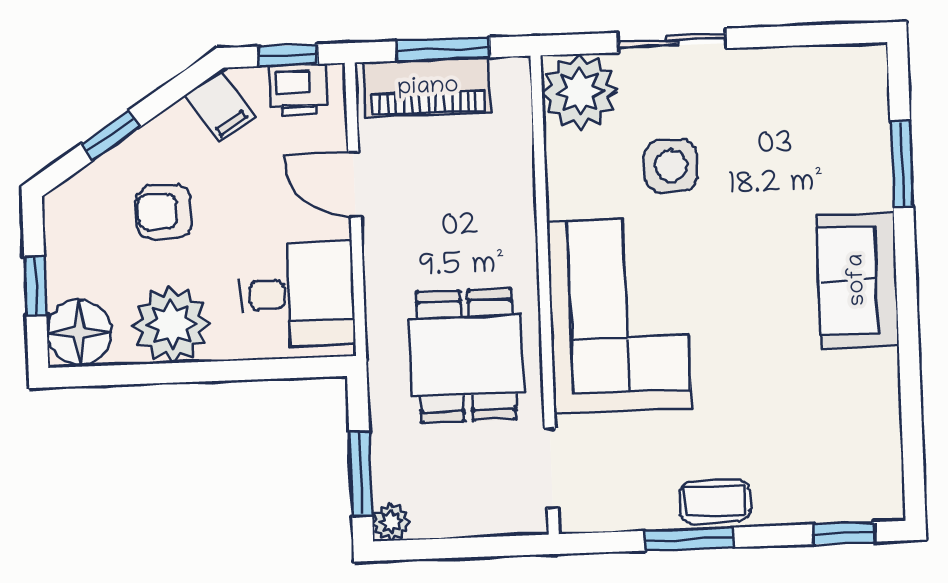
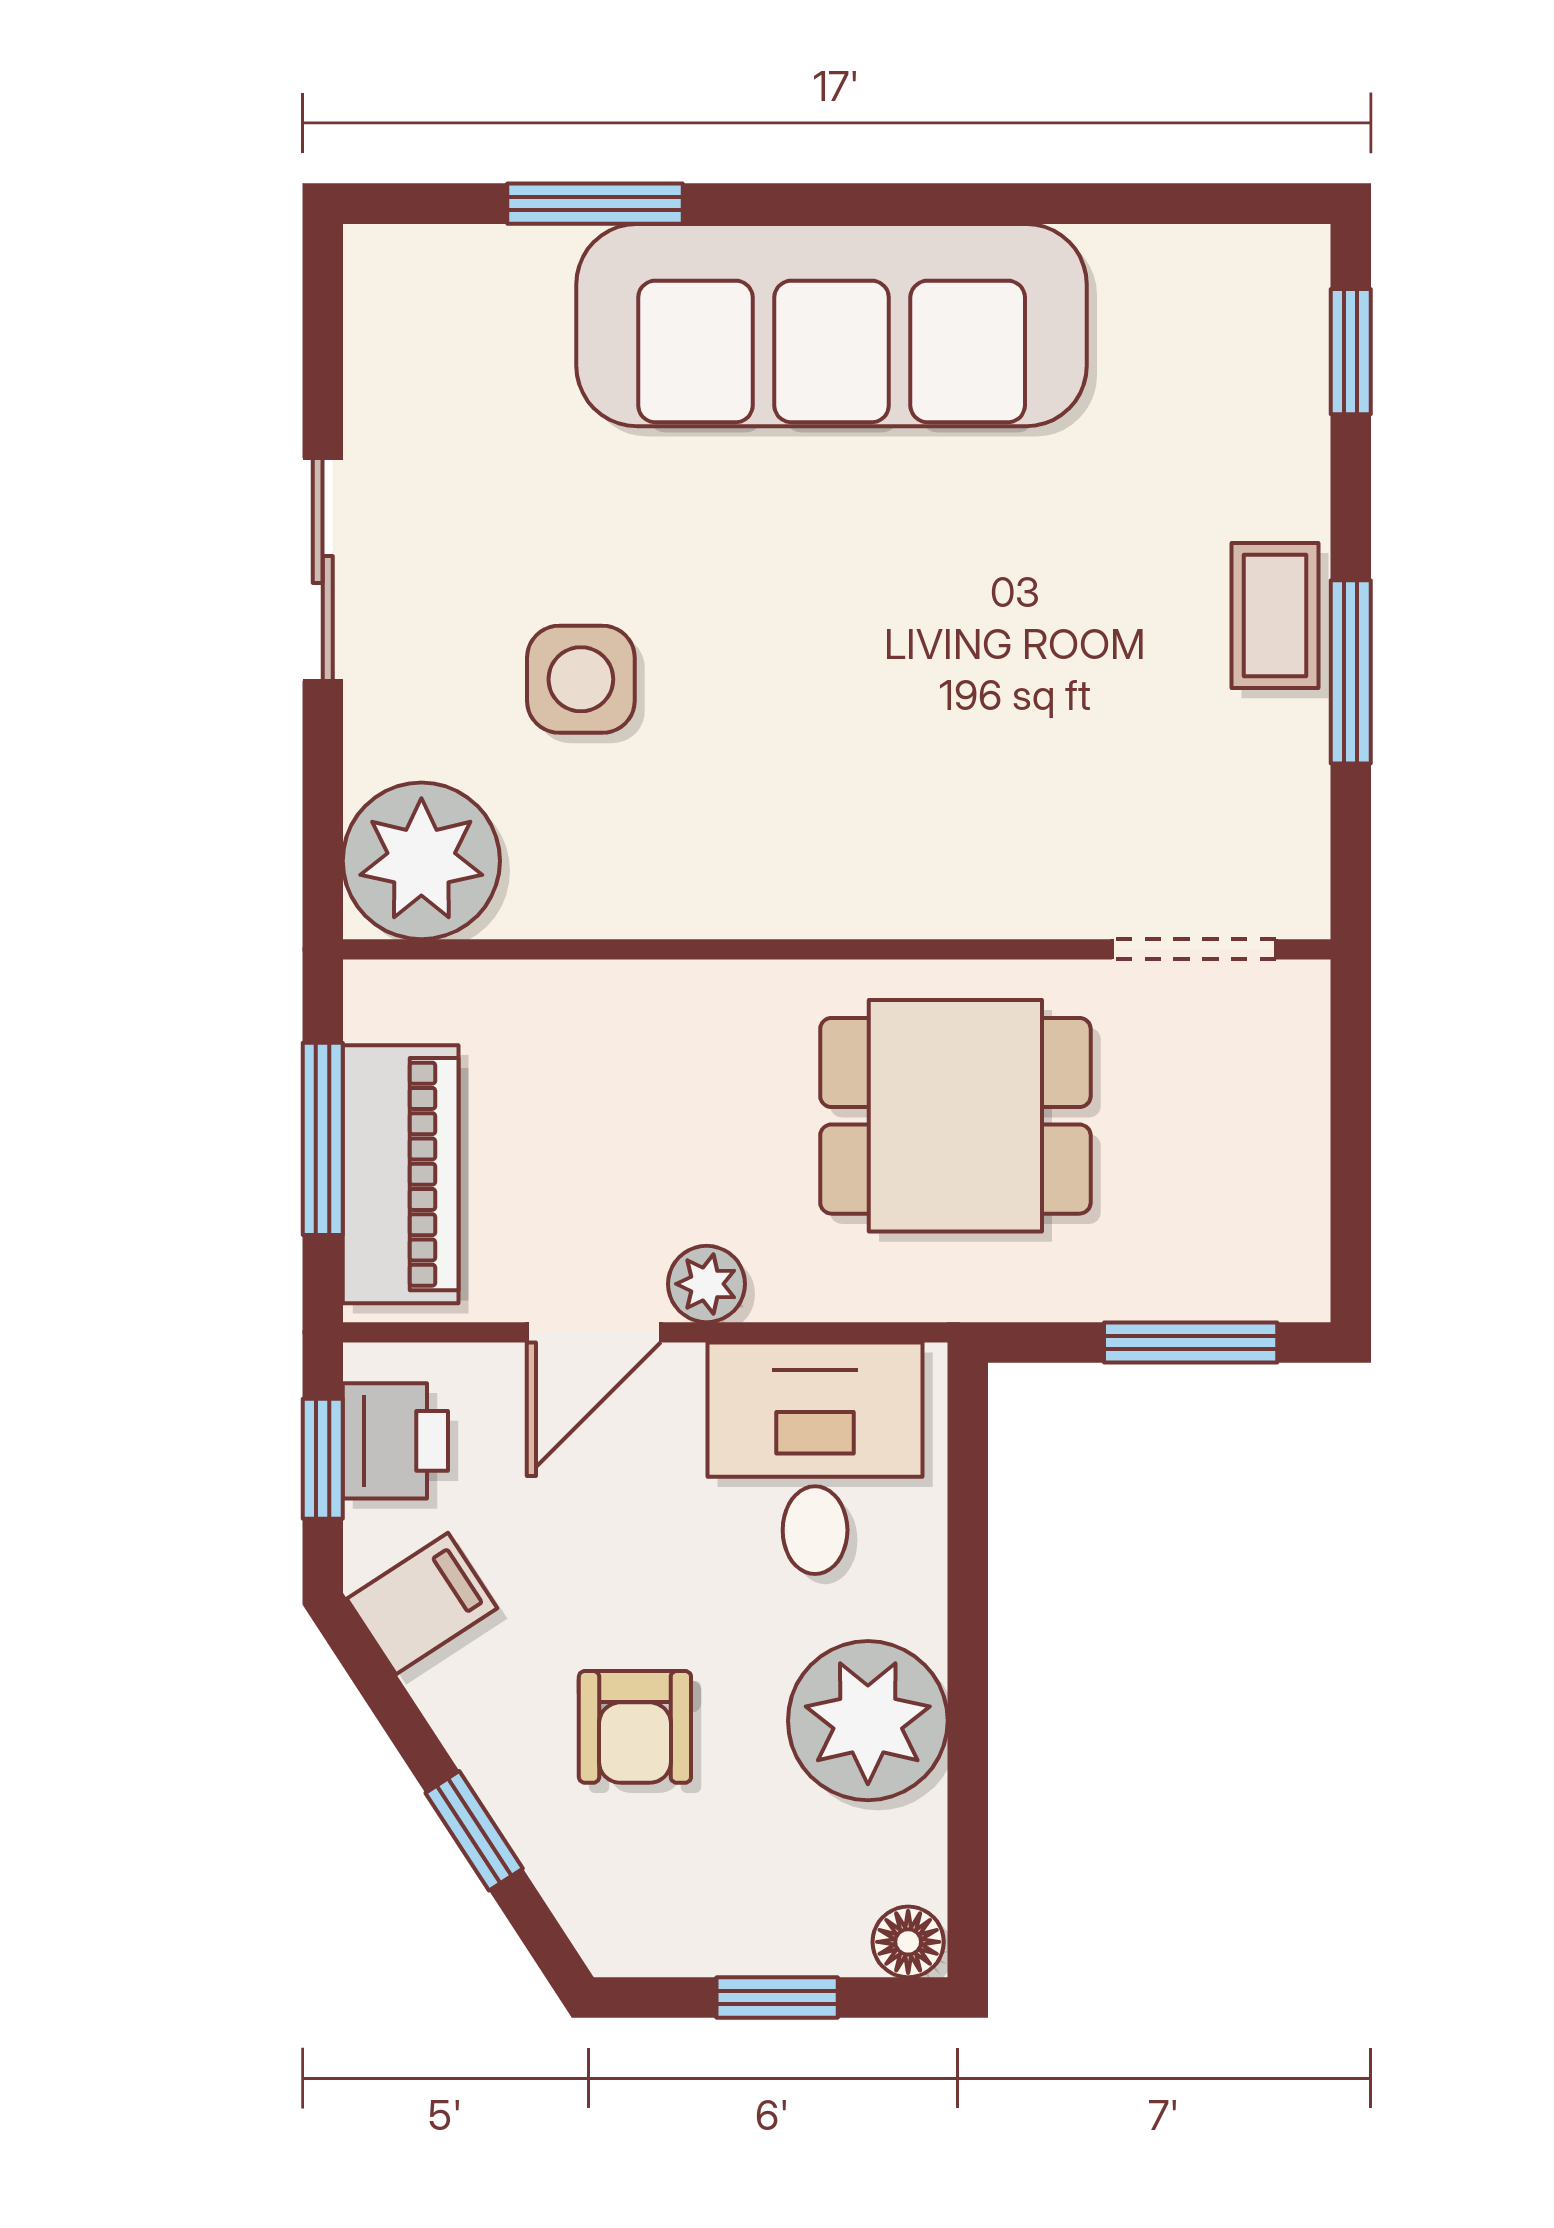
sliding door: (672, 40) -> (323, 569), moved
sofa: (858, 280) -> (832, 325), width x1.85, depth x1.27
corner sofa: (619, 315) -> (884, 798), removed
floor lamp: (79, 332) -> (908, 1942), width x0.53, depth x0.53
plant: (391, 522) -> (707, 1284), moved

